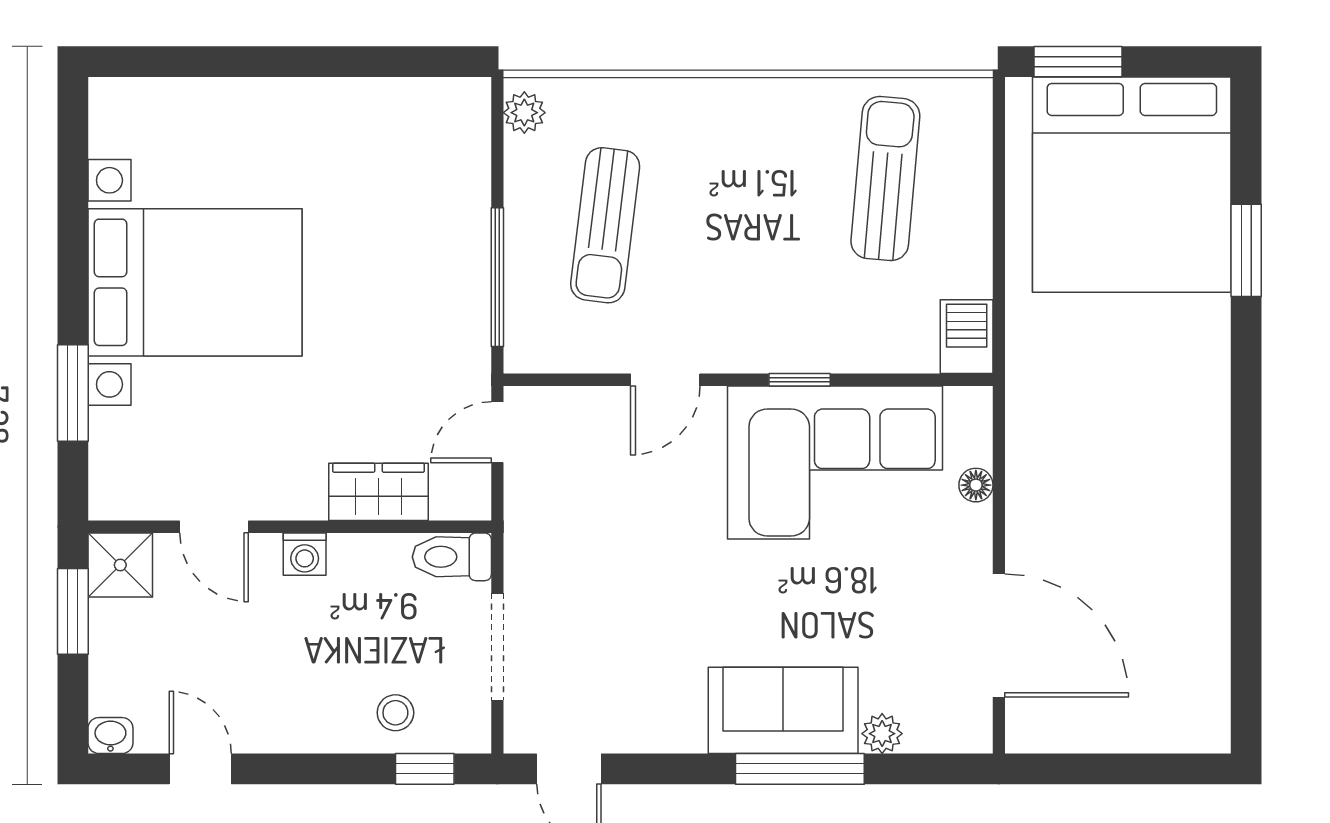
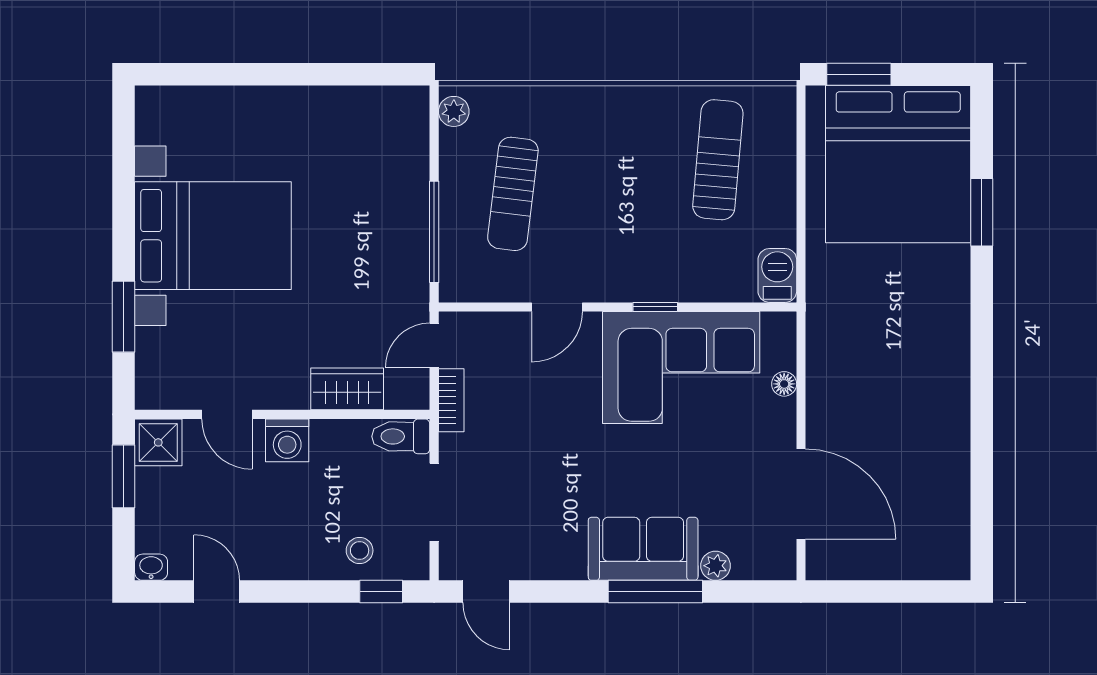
bookcase: (521, 507) -> (451, 400), added
washing machine: (305, 554) -> (287, 440), width x1.38, depth x1.38

